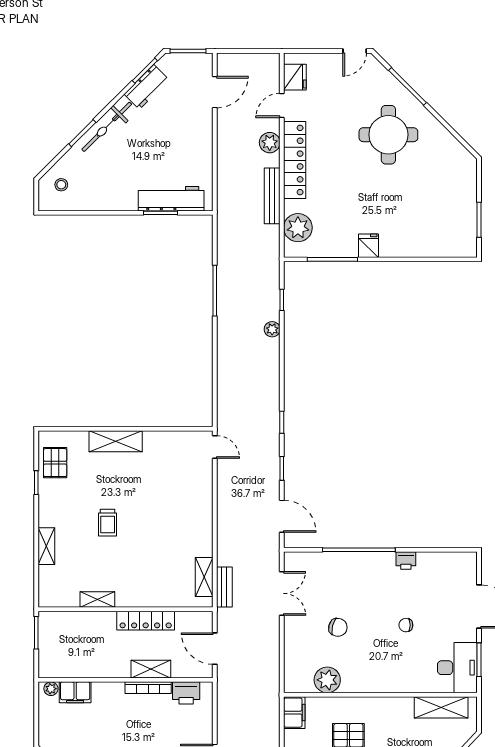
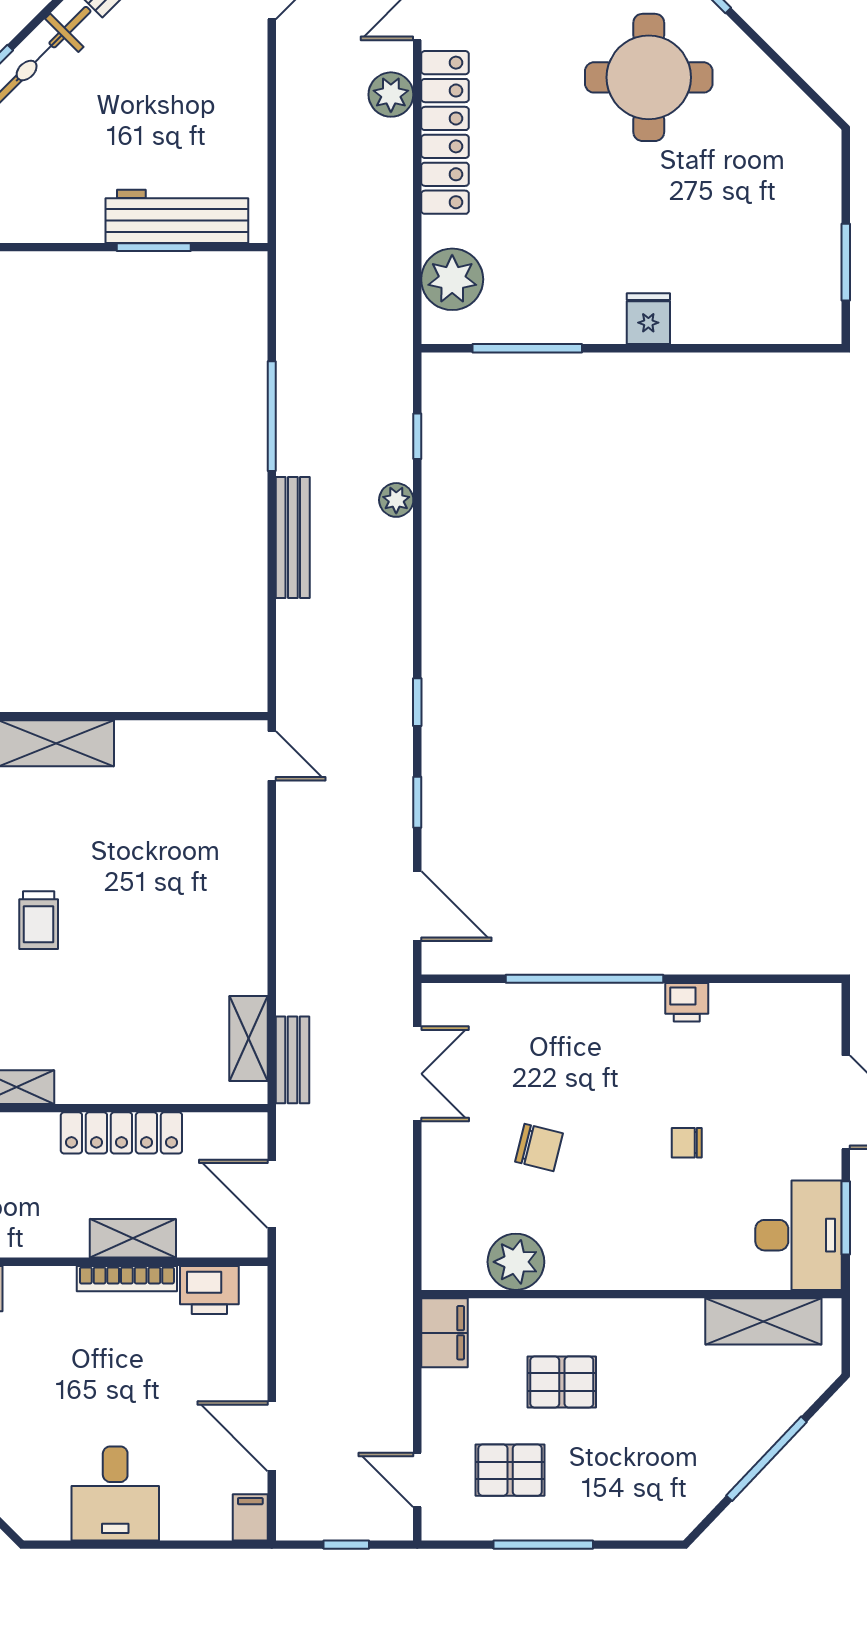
bench: (272, 196) -> (293, 538), moved
fridge: (369, 246) -> (648, 319), moved

